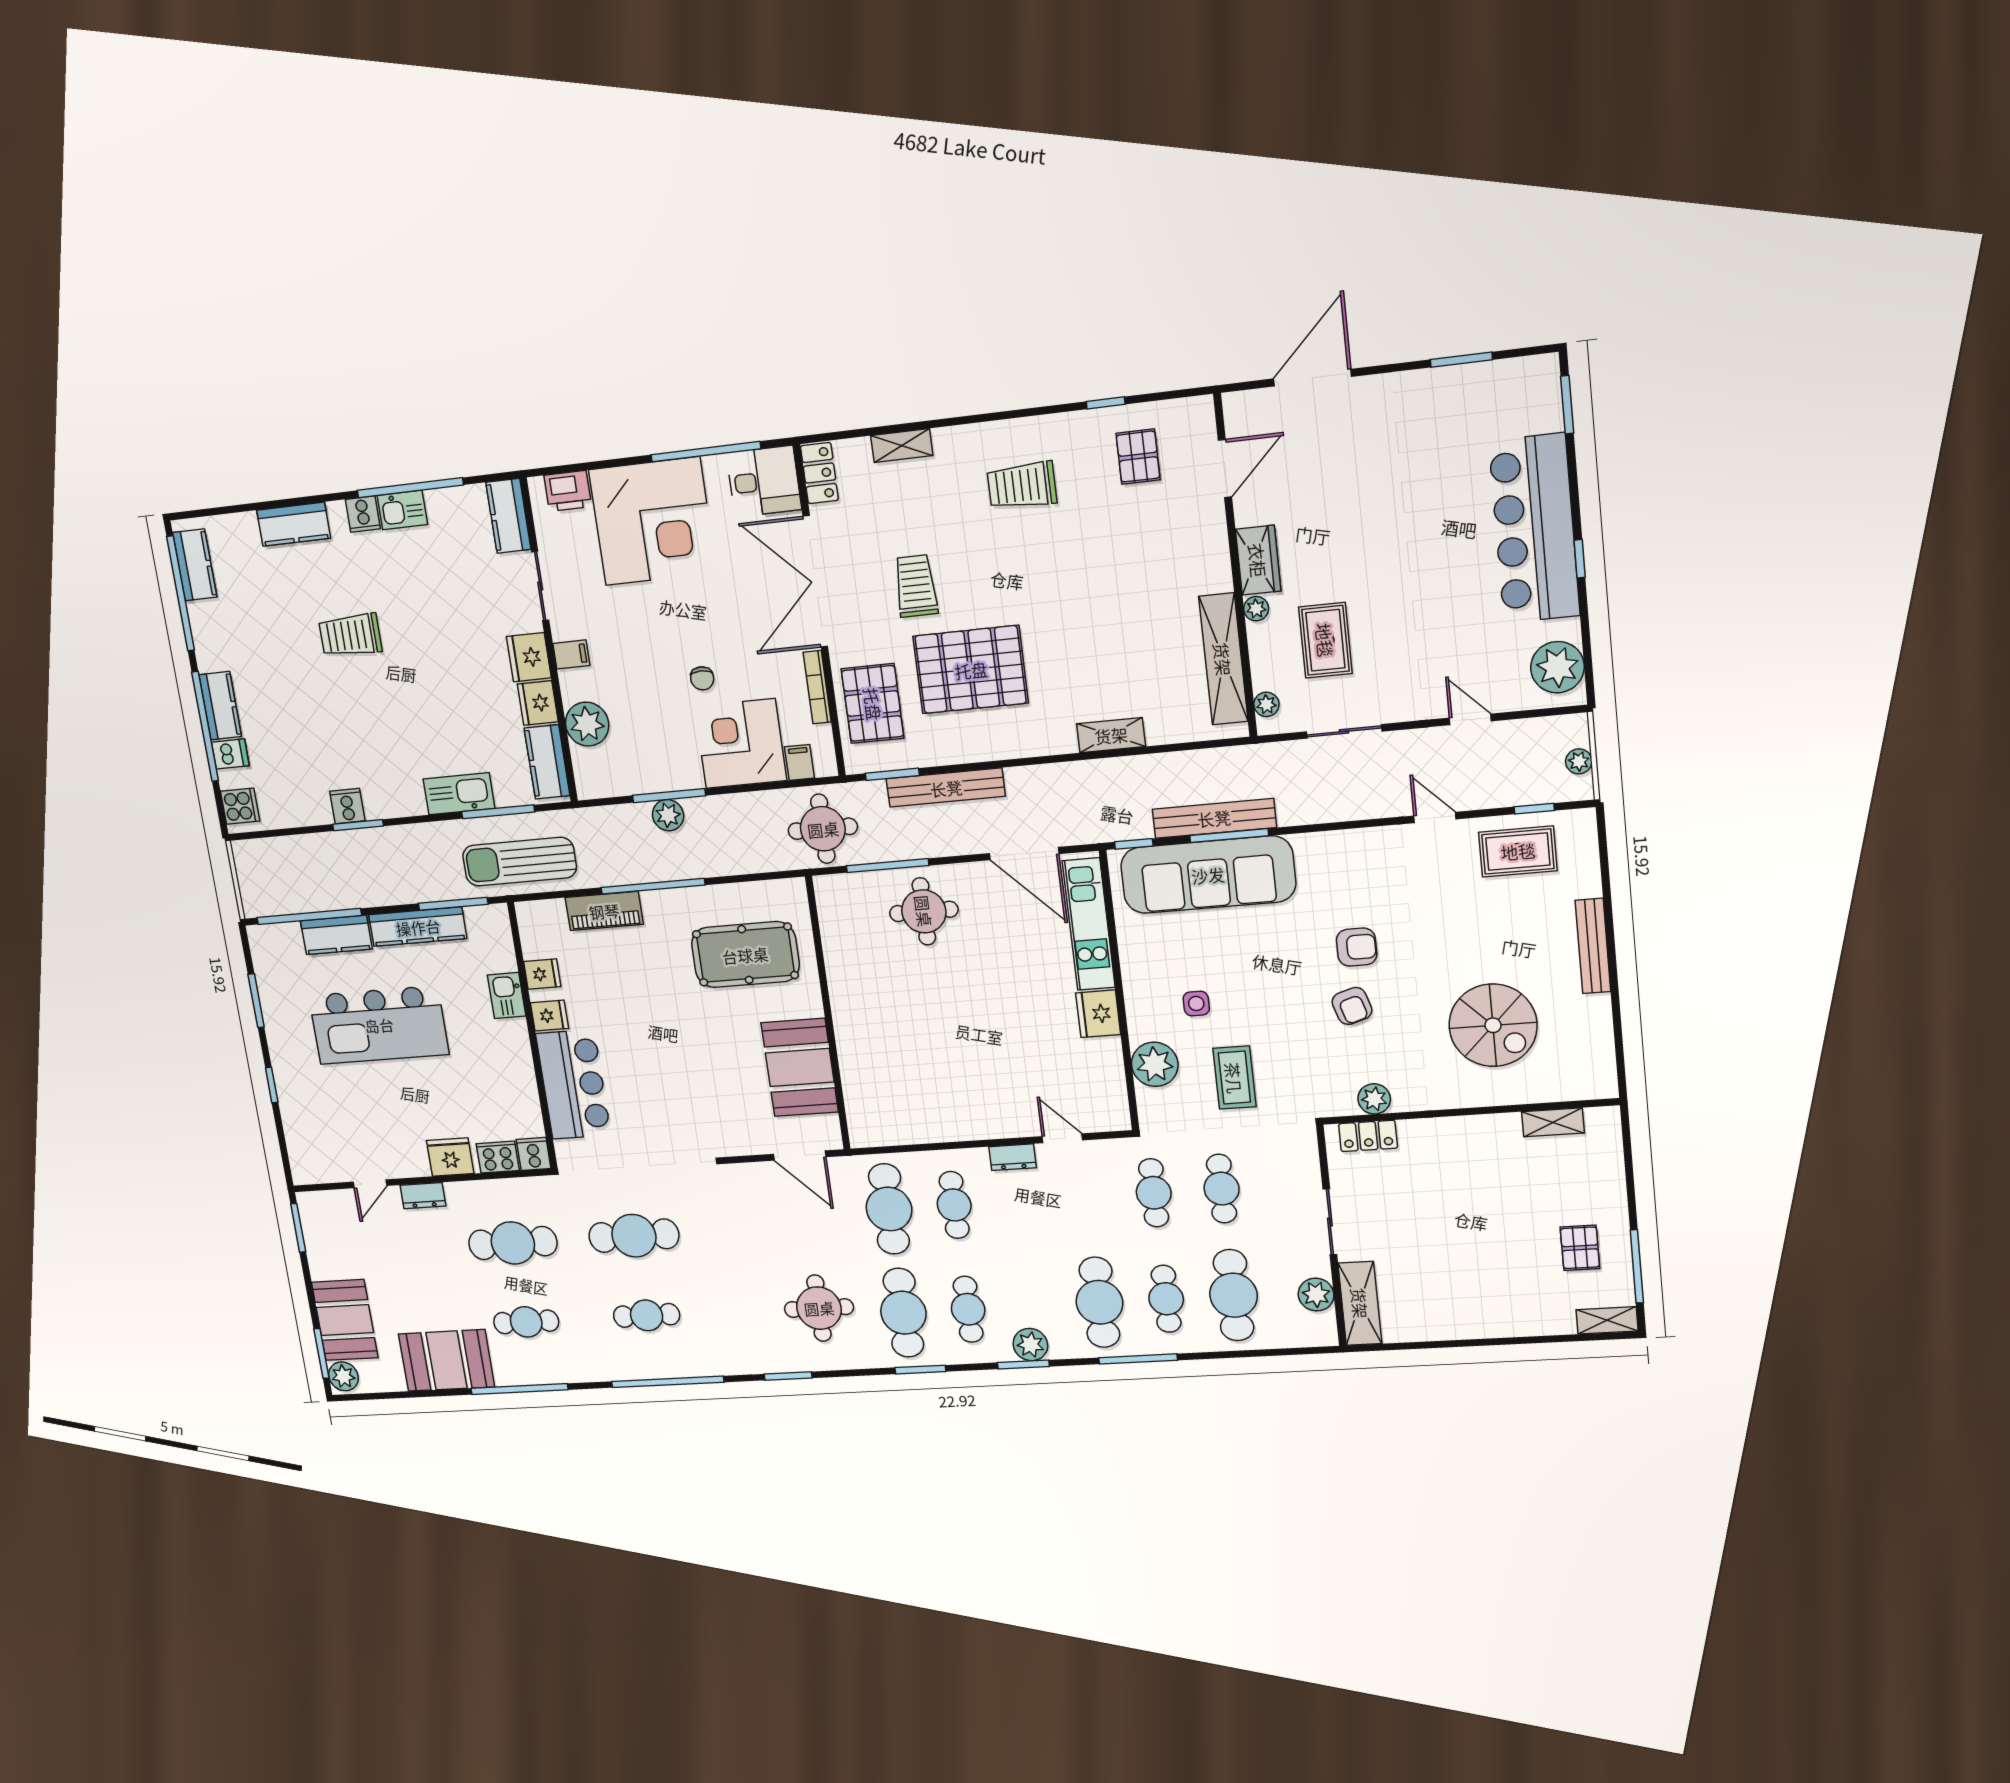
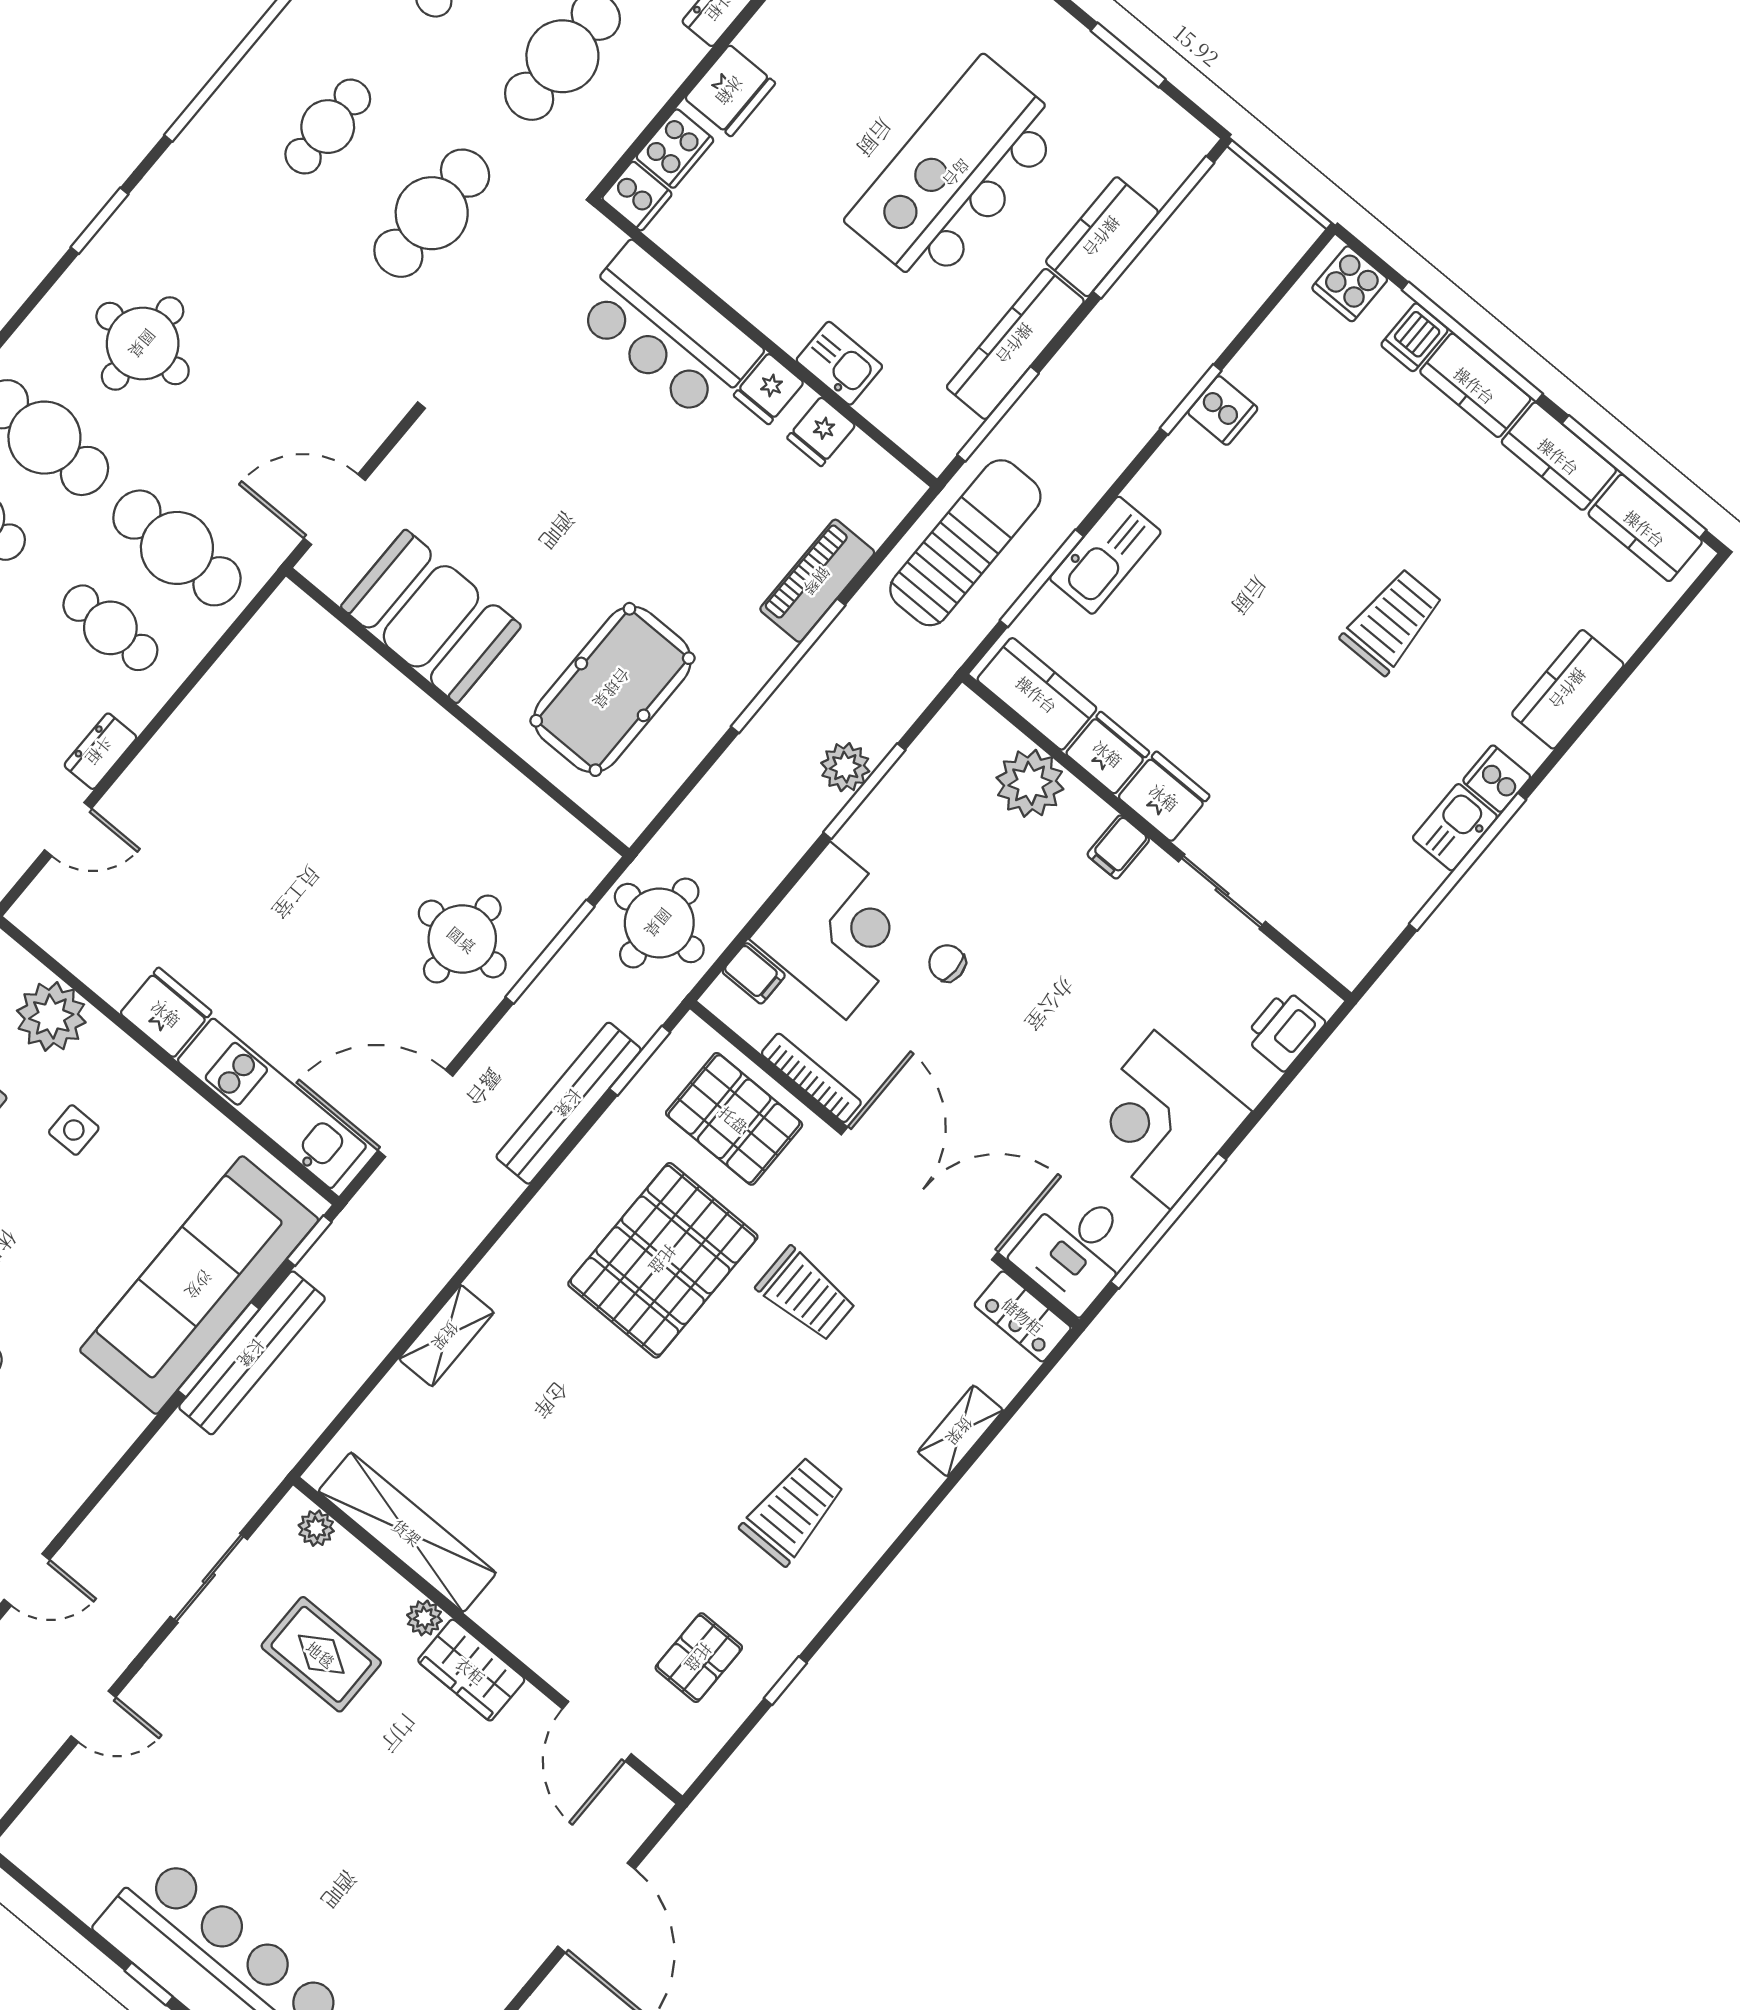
pallet: (1138, 457) -> (699, 1658), turned 90
kitchen counter: (508, 516) -> (1559, 456), moved, turned 180
corner desk: (653, 521) -> (1162, 1120), width x0.74, depth x0.74
plant: (1557, 667) -> (60, 1855), removed

